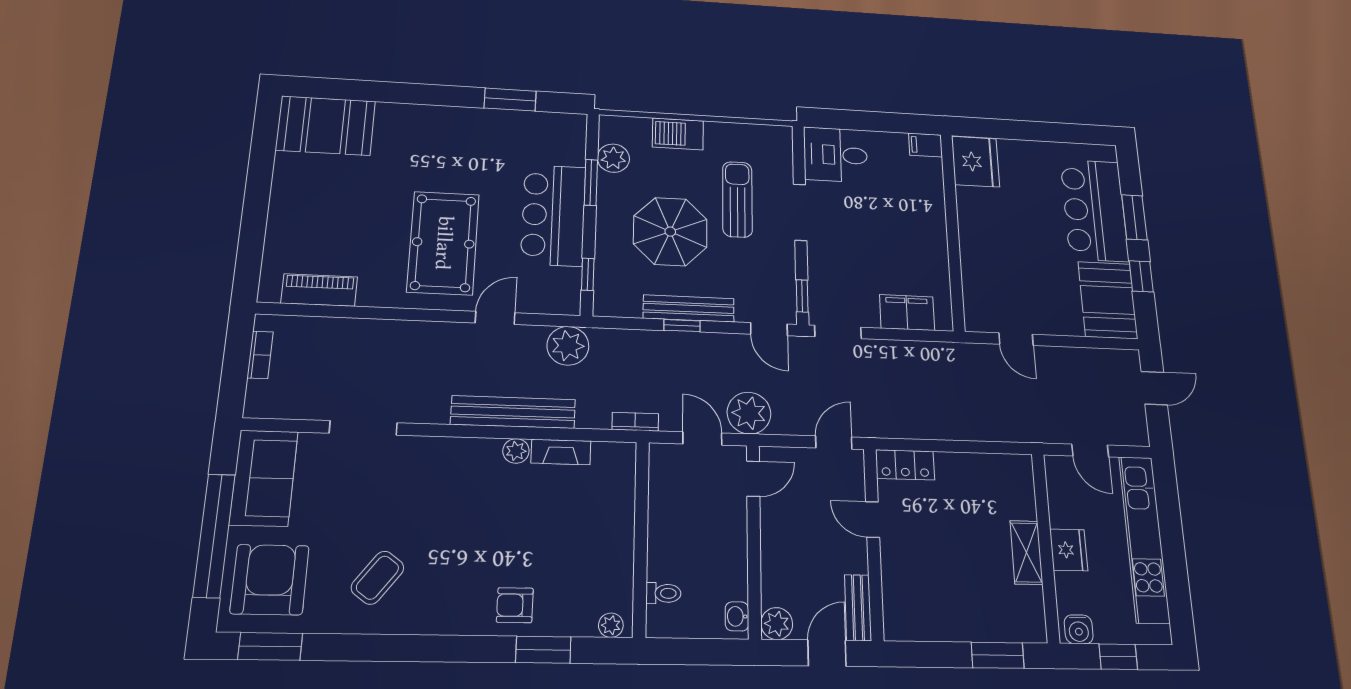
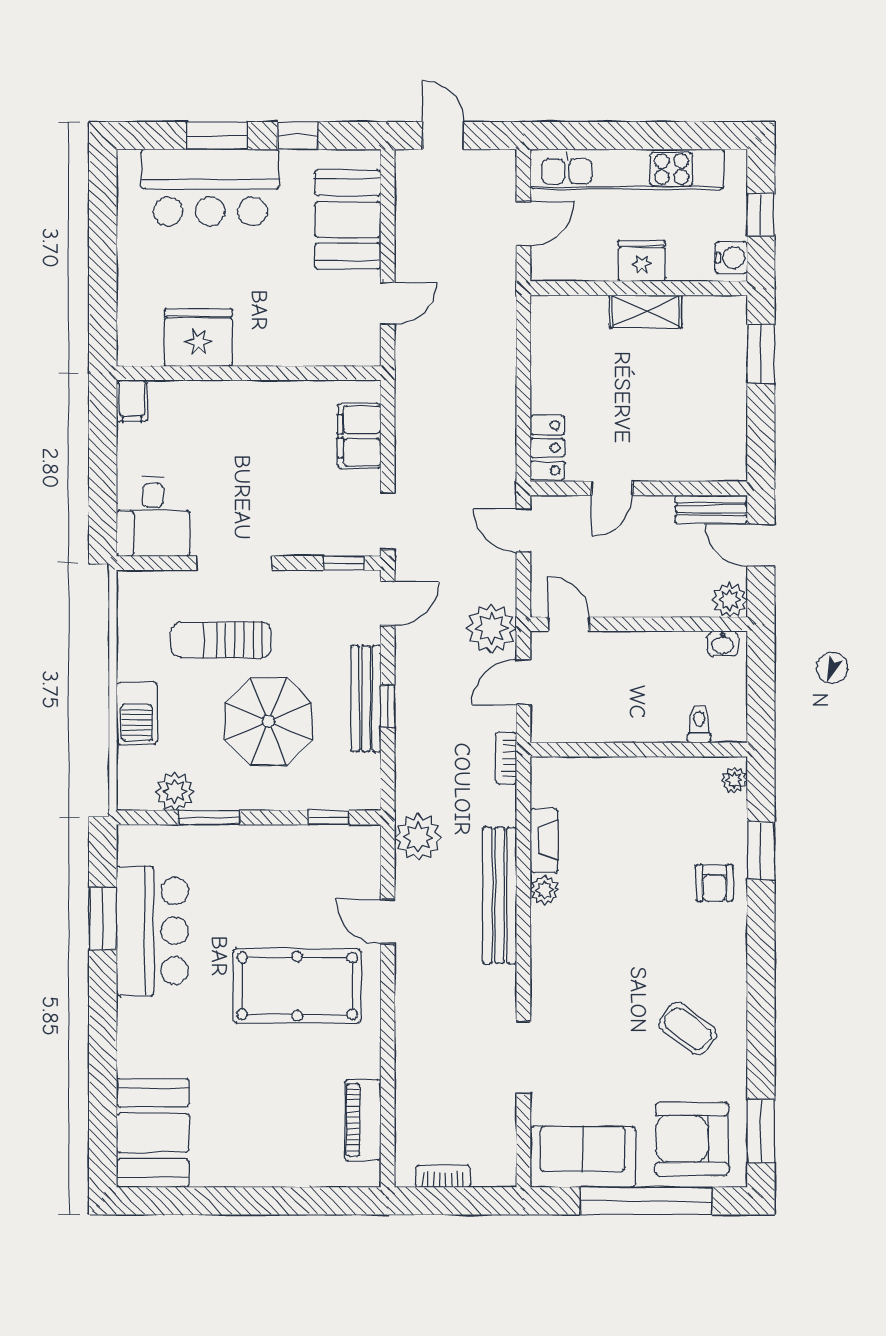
fridge: (975, 162) -> (198, 337), moved
bar counter: (553, 215) -> (152, 931), moved, turned -90
booth: (1108, 300) -> (348, 219), moved, turned 90

